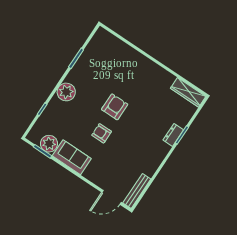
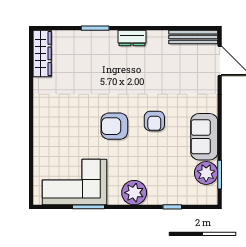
corner sofa: (97, 60) -> (75, 182), added
dresser: (173, 135) -> (132, 38), moved

